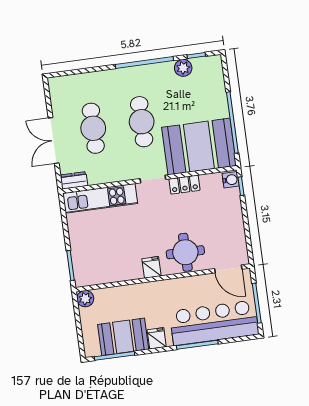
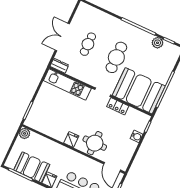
cafe table: (93, 128) -> (88, 44), width x0.73, depth x0.74
water cooler: (231, 180) -> (136, 136), moved

